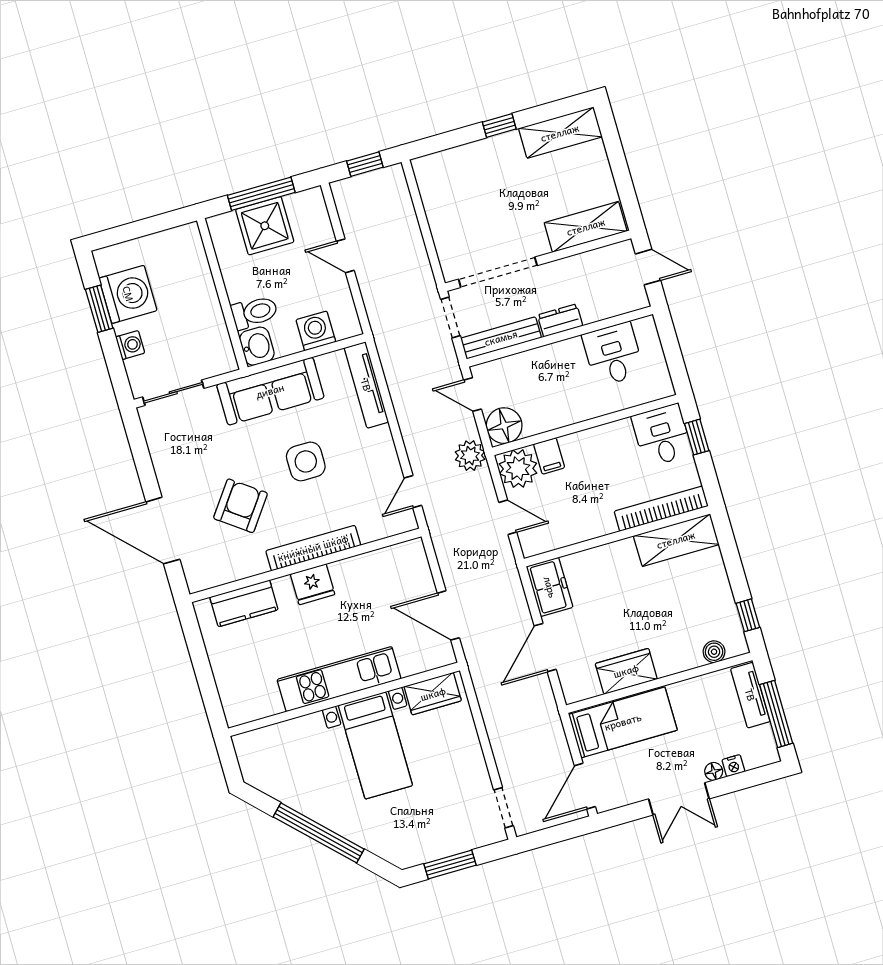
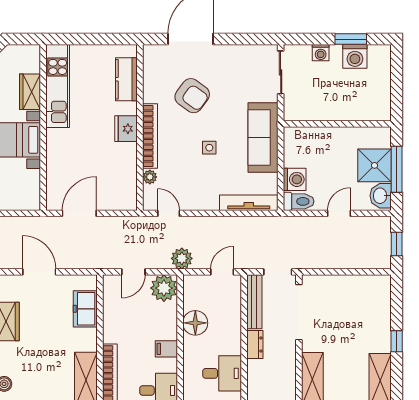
washing machine: (128, 294) -> (355, 56), width x0.73, depth x0.73
toilet: (254, 312) -> (299, 201), moved, turned -90
washbasin: (257, 346) -> (381, 196), moved, turned 90
floor lamp: (504, 426) -> (195, 323), moved
filing cabinet: (549, 456) -> (166, 349), moved
side table: (306, 461) -> (209, 148), width x0.54, depth x0.54
plant: (370, 532) -> (150, 177), added
freezer: (550, 587) -> (85, 309), moved, turned 90
kitchen unit: (339, 679) -> (58, 86), moved
wardrobe: (433, 694) -> (30, 92), moved

